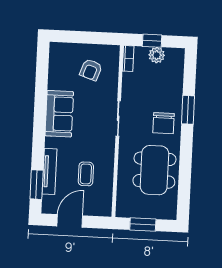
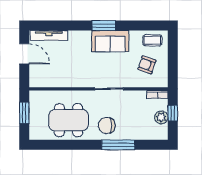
window: (188, 110) -> (118, 145), width x1.44
tv unit: (49, 171) -> (49, 35), moved
coffee table: (86, 174) -> (152, 40), moved
window: (37, 185) -> (104, 26), moved

